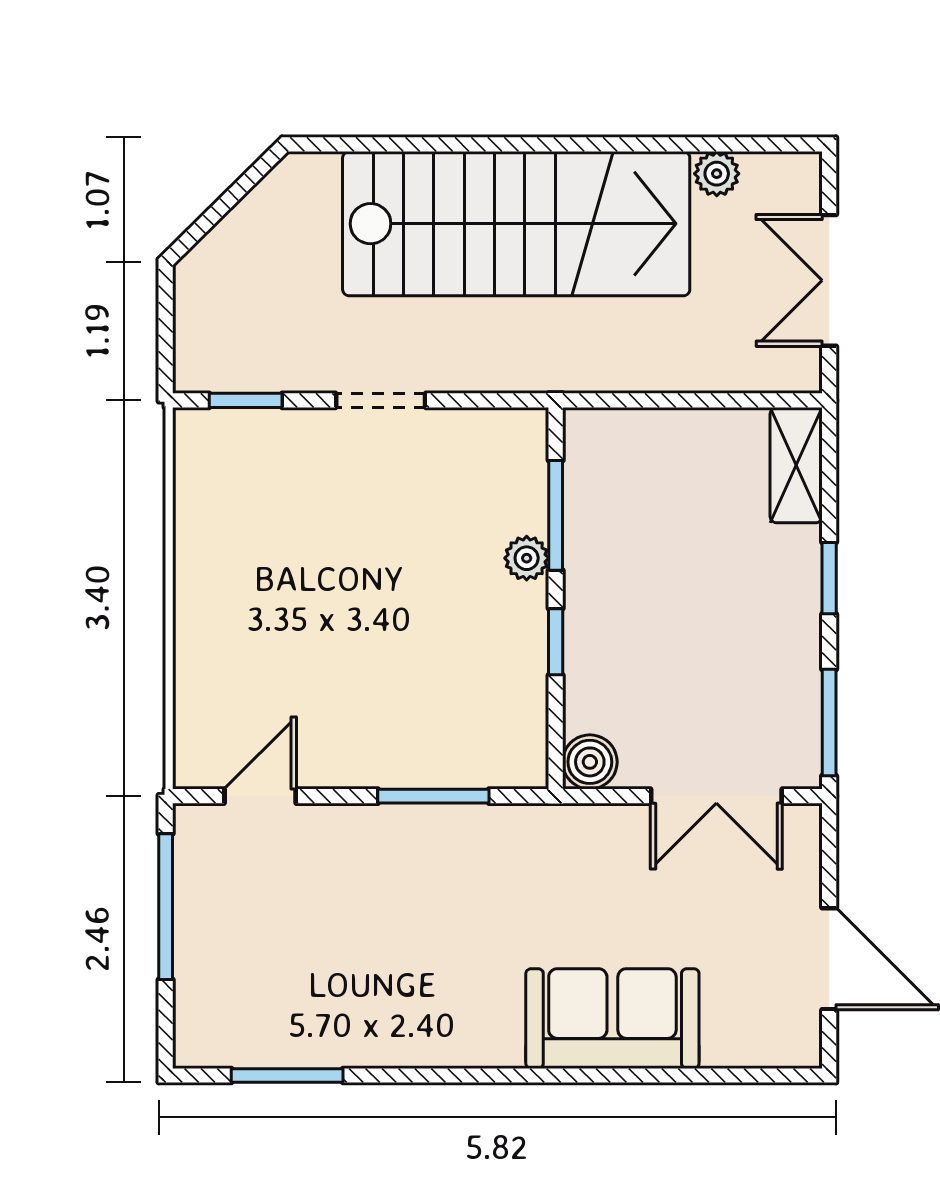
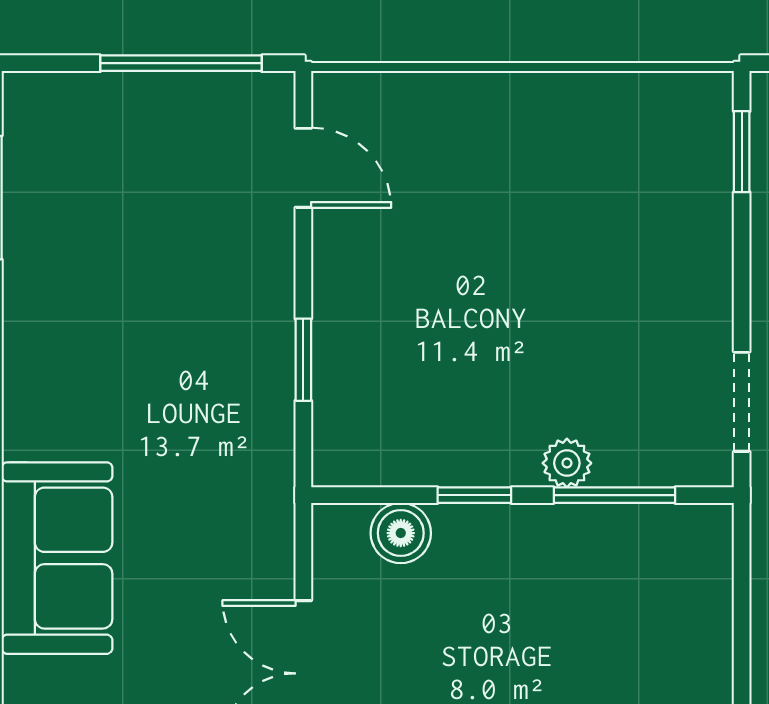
doorway: (381, 400) -> (742, 402), moved
boiler: (590, 762) -> (401, 533), moved
window: (433, 796) -> (303, 360), width x0.67

